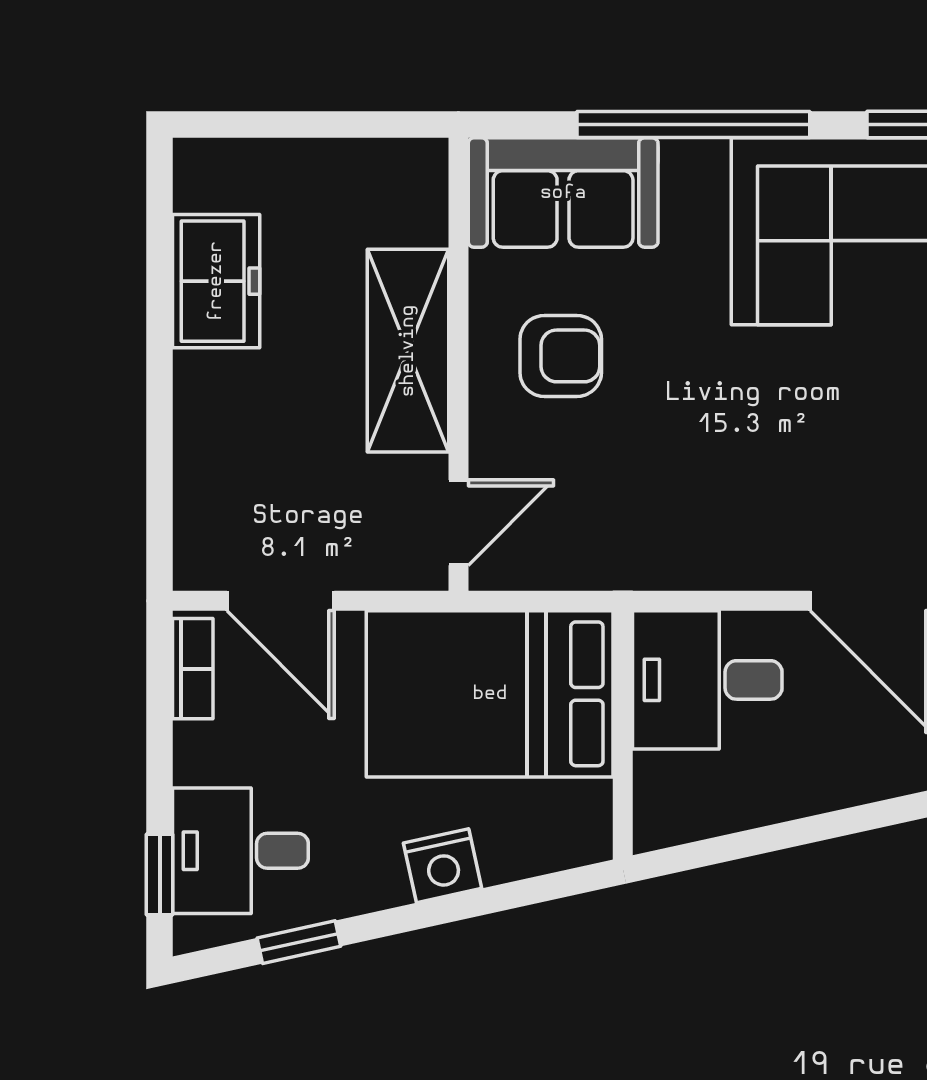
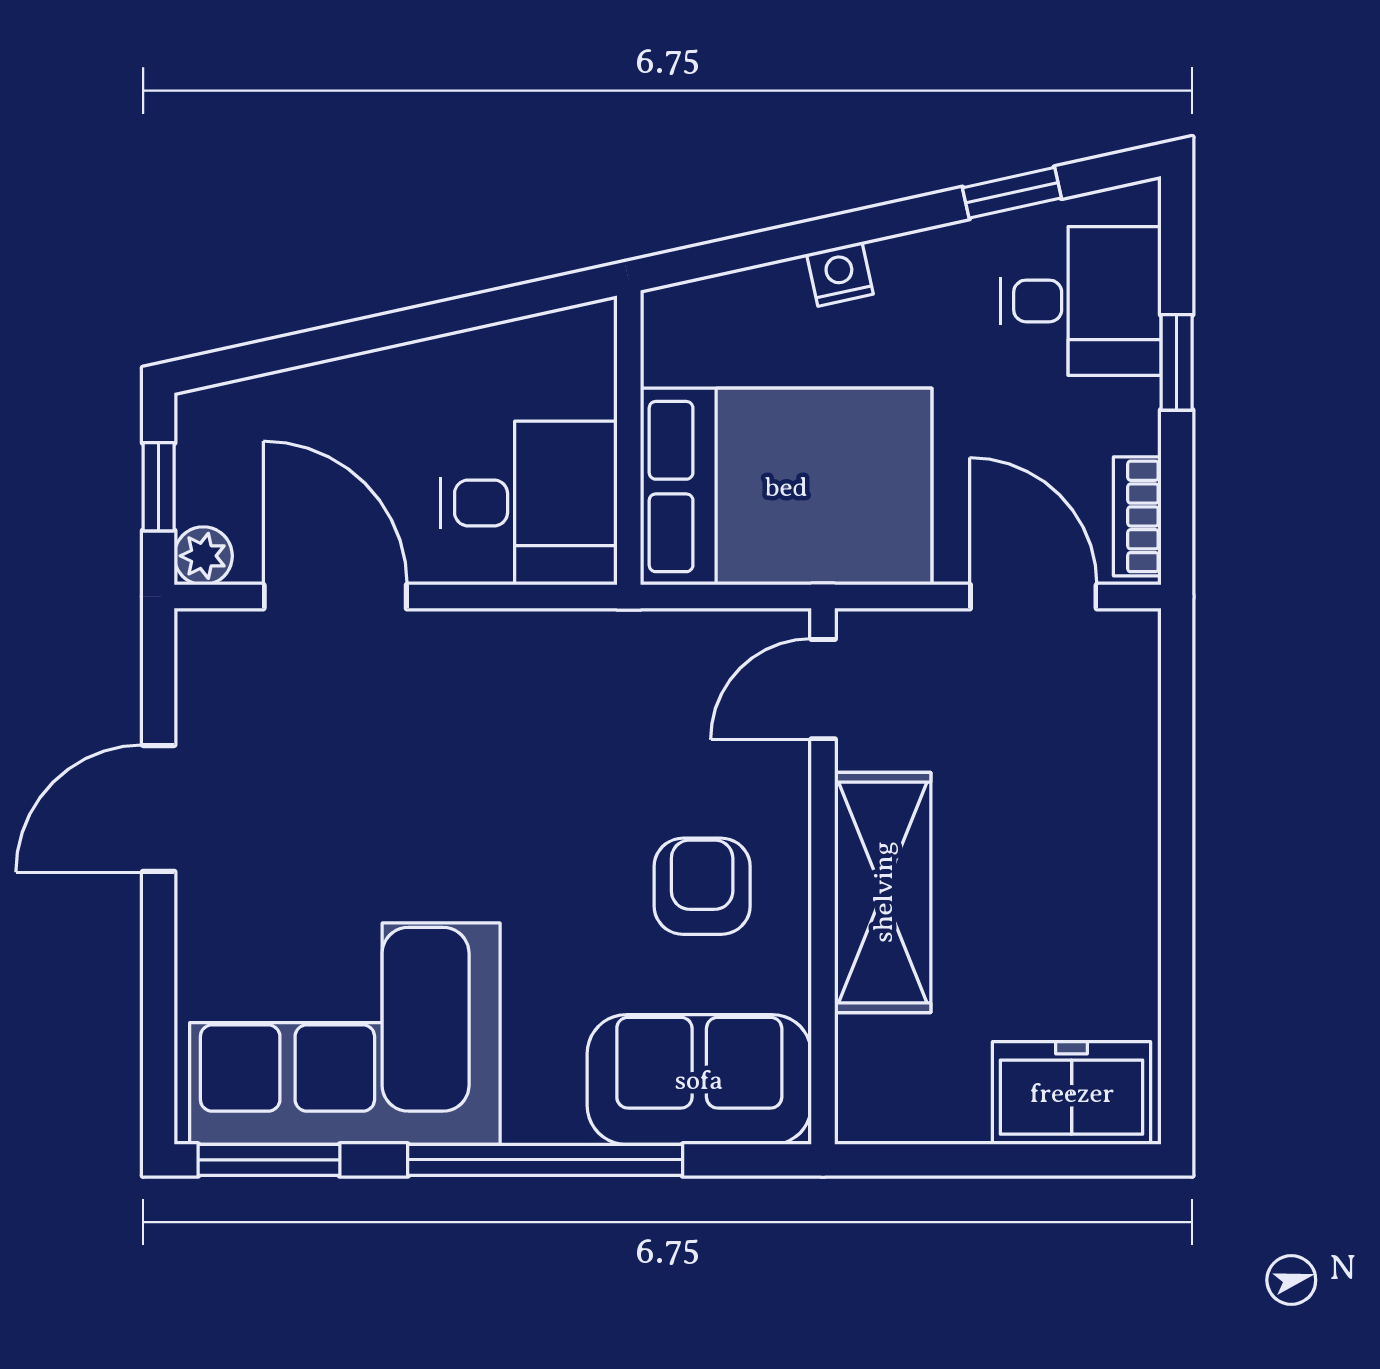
freezer: (216, 281) -> (1072, 1093), moved, turned 90
armchair: (561, 356) -> (702, 886), turned 90
nightstand: (443, 866) -> (840, 274), width x0.72, depth x0.74
window: (160, 874) -> (1177, 362), moved

